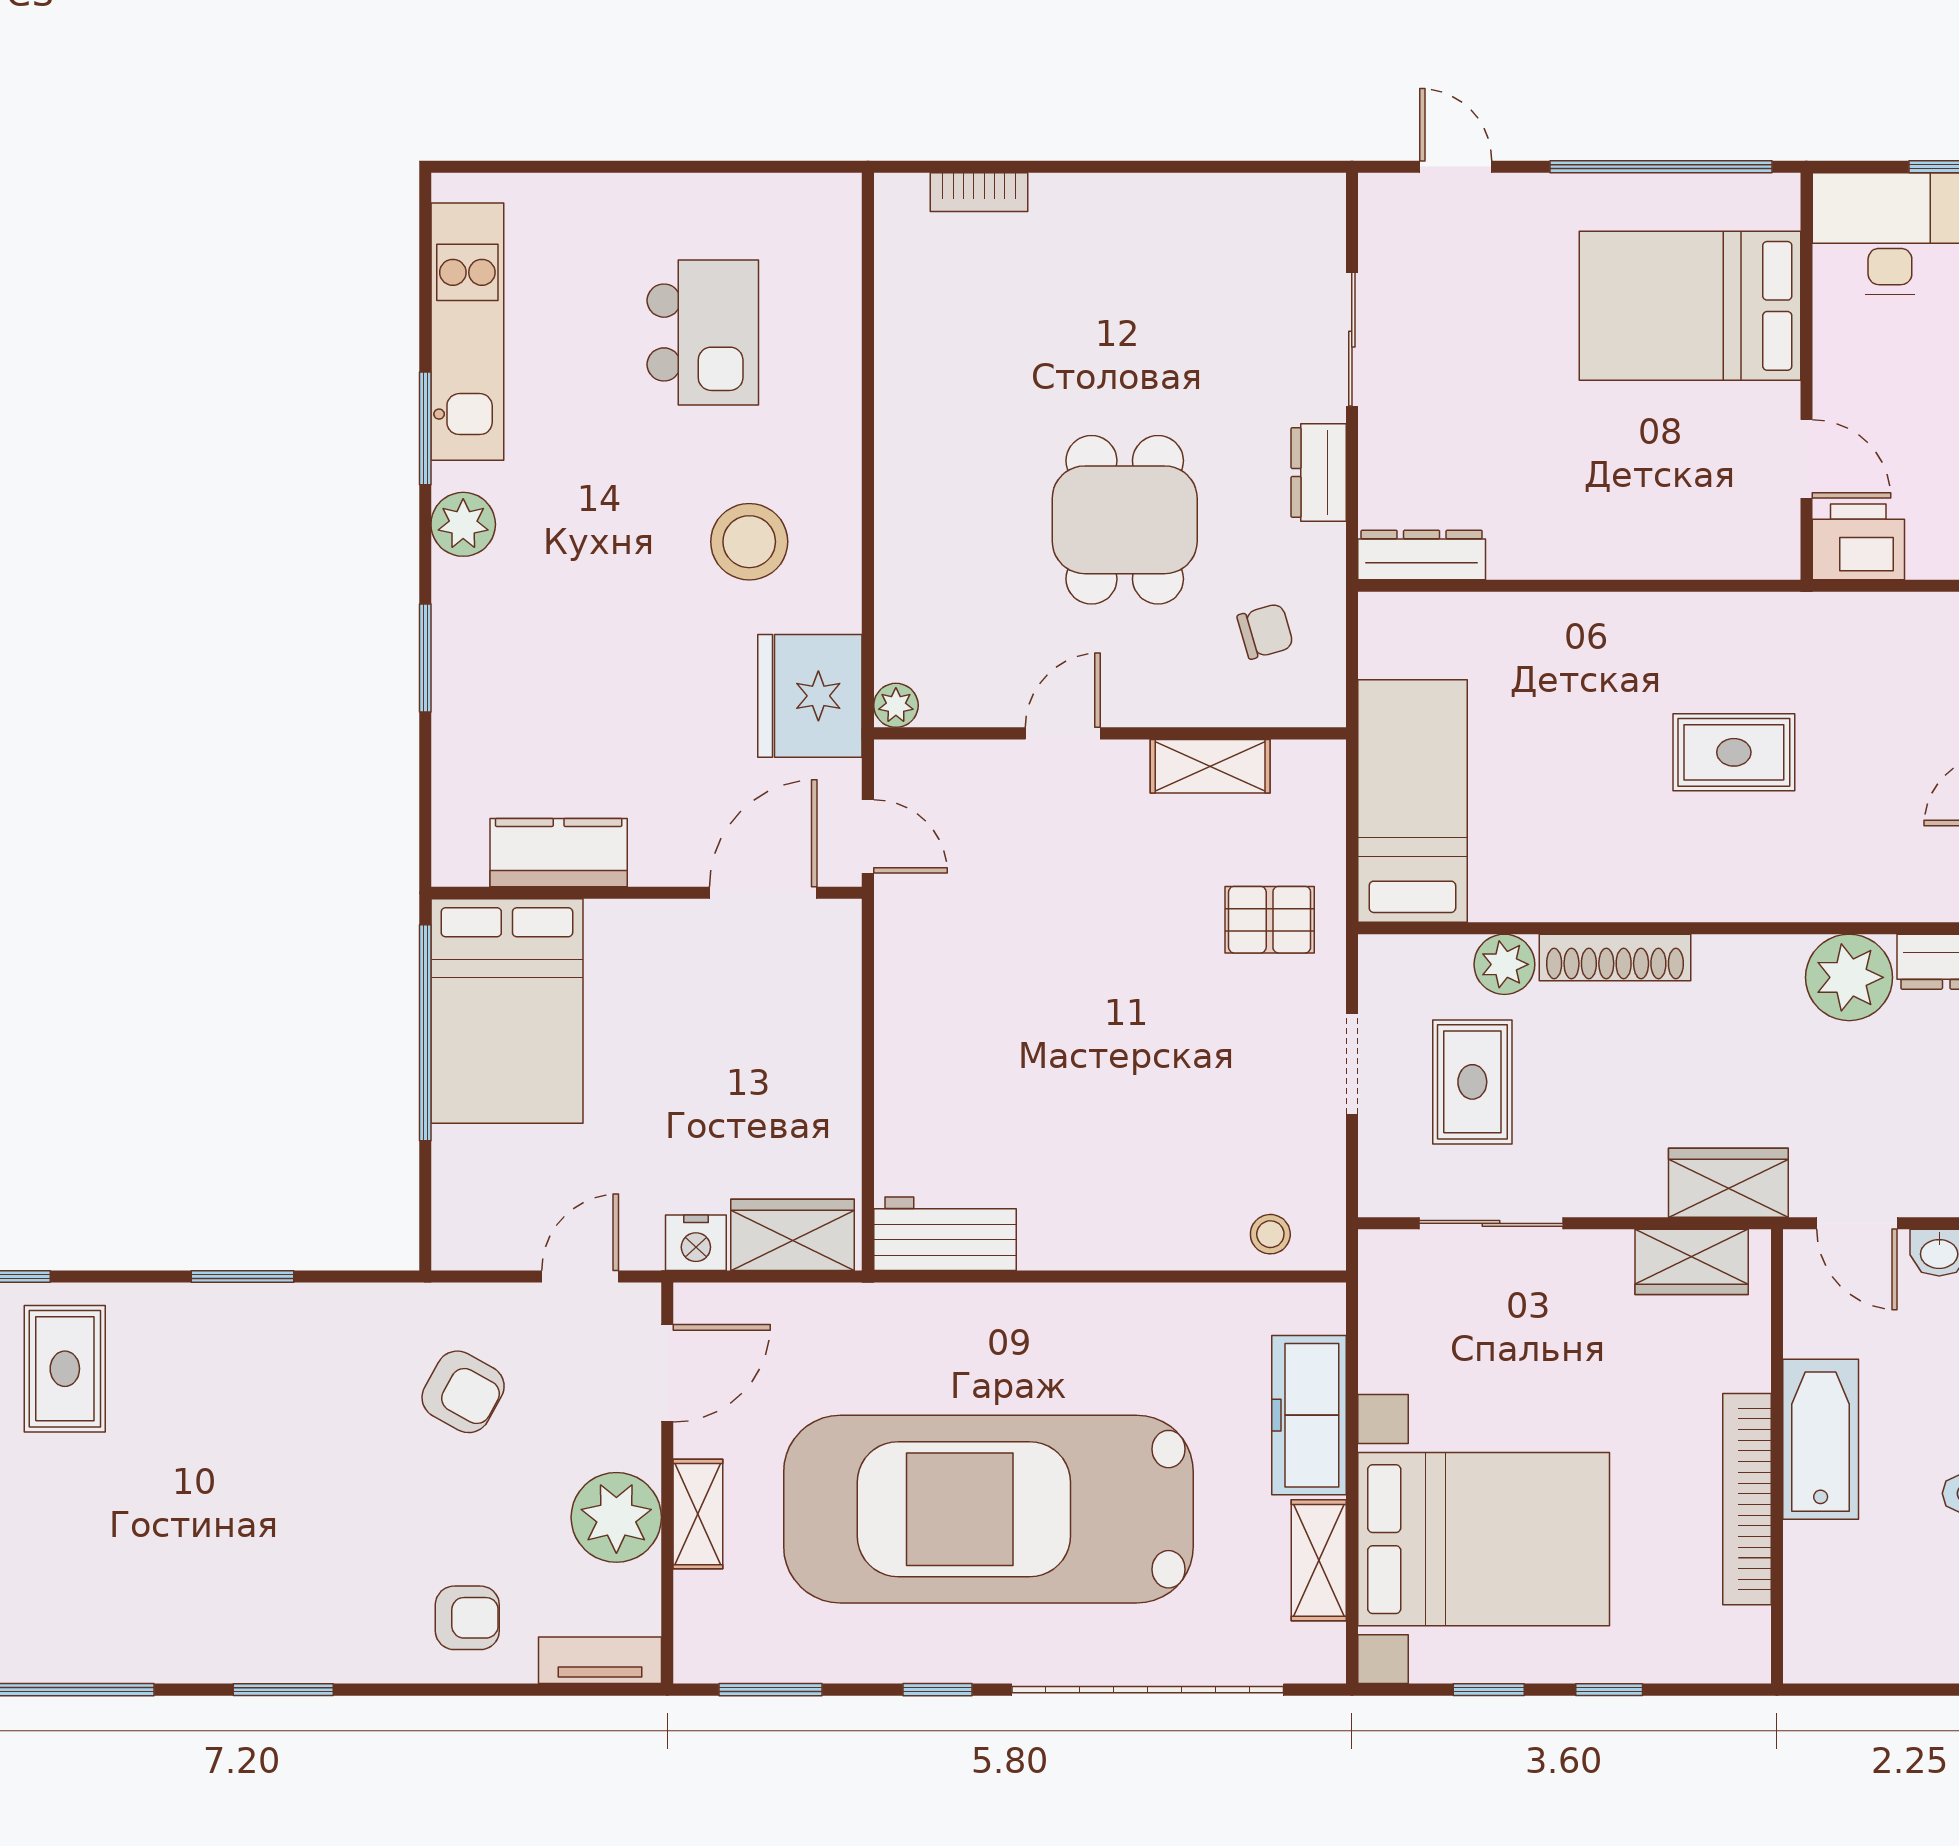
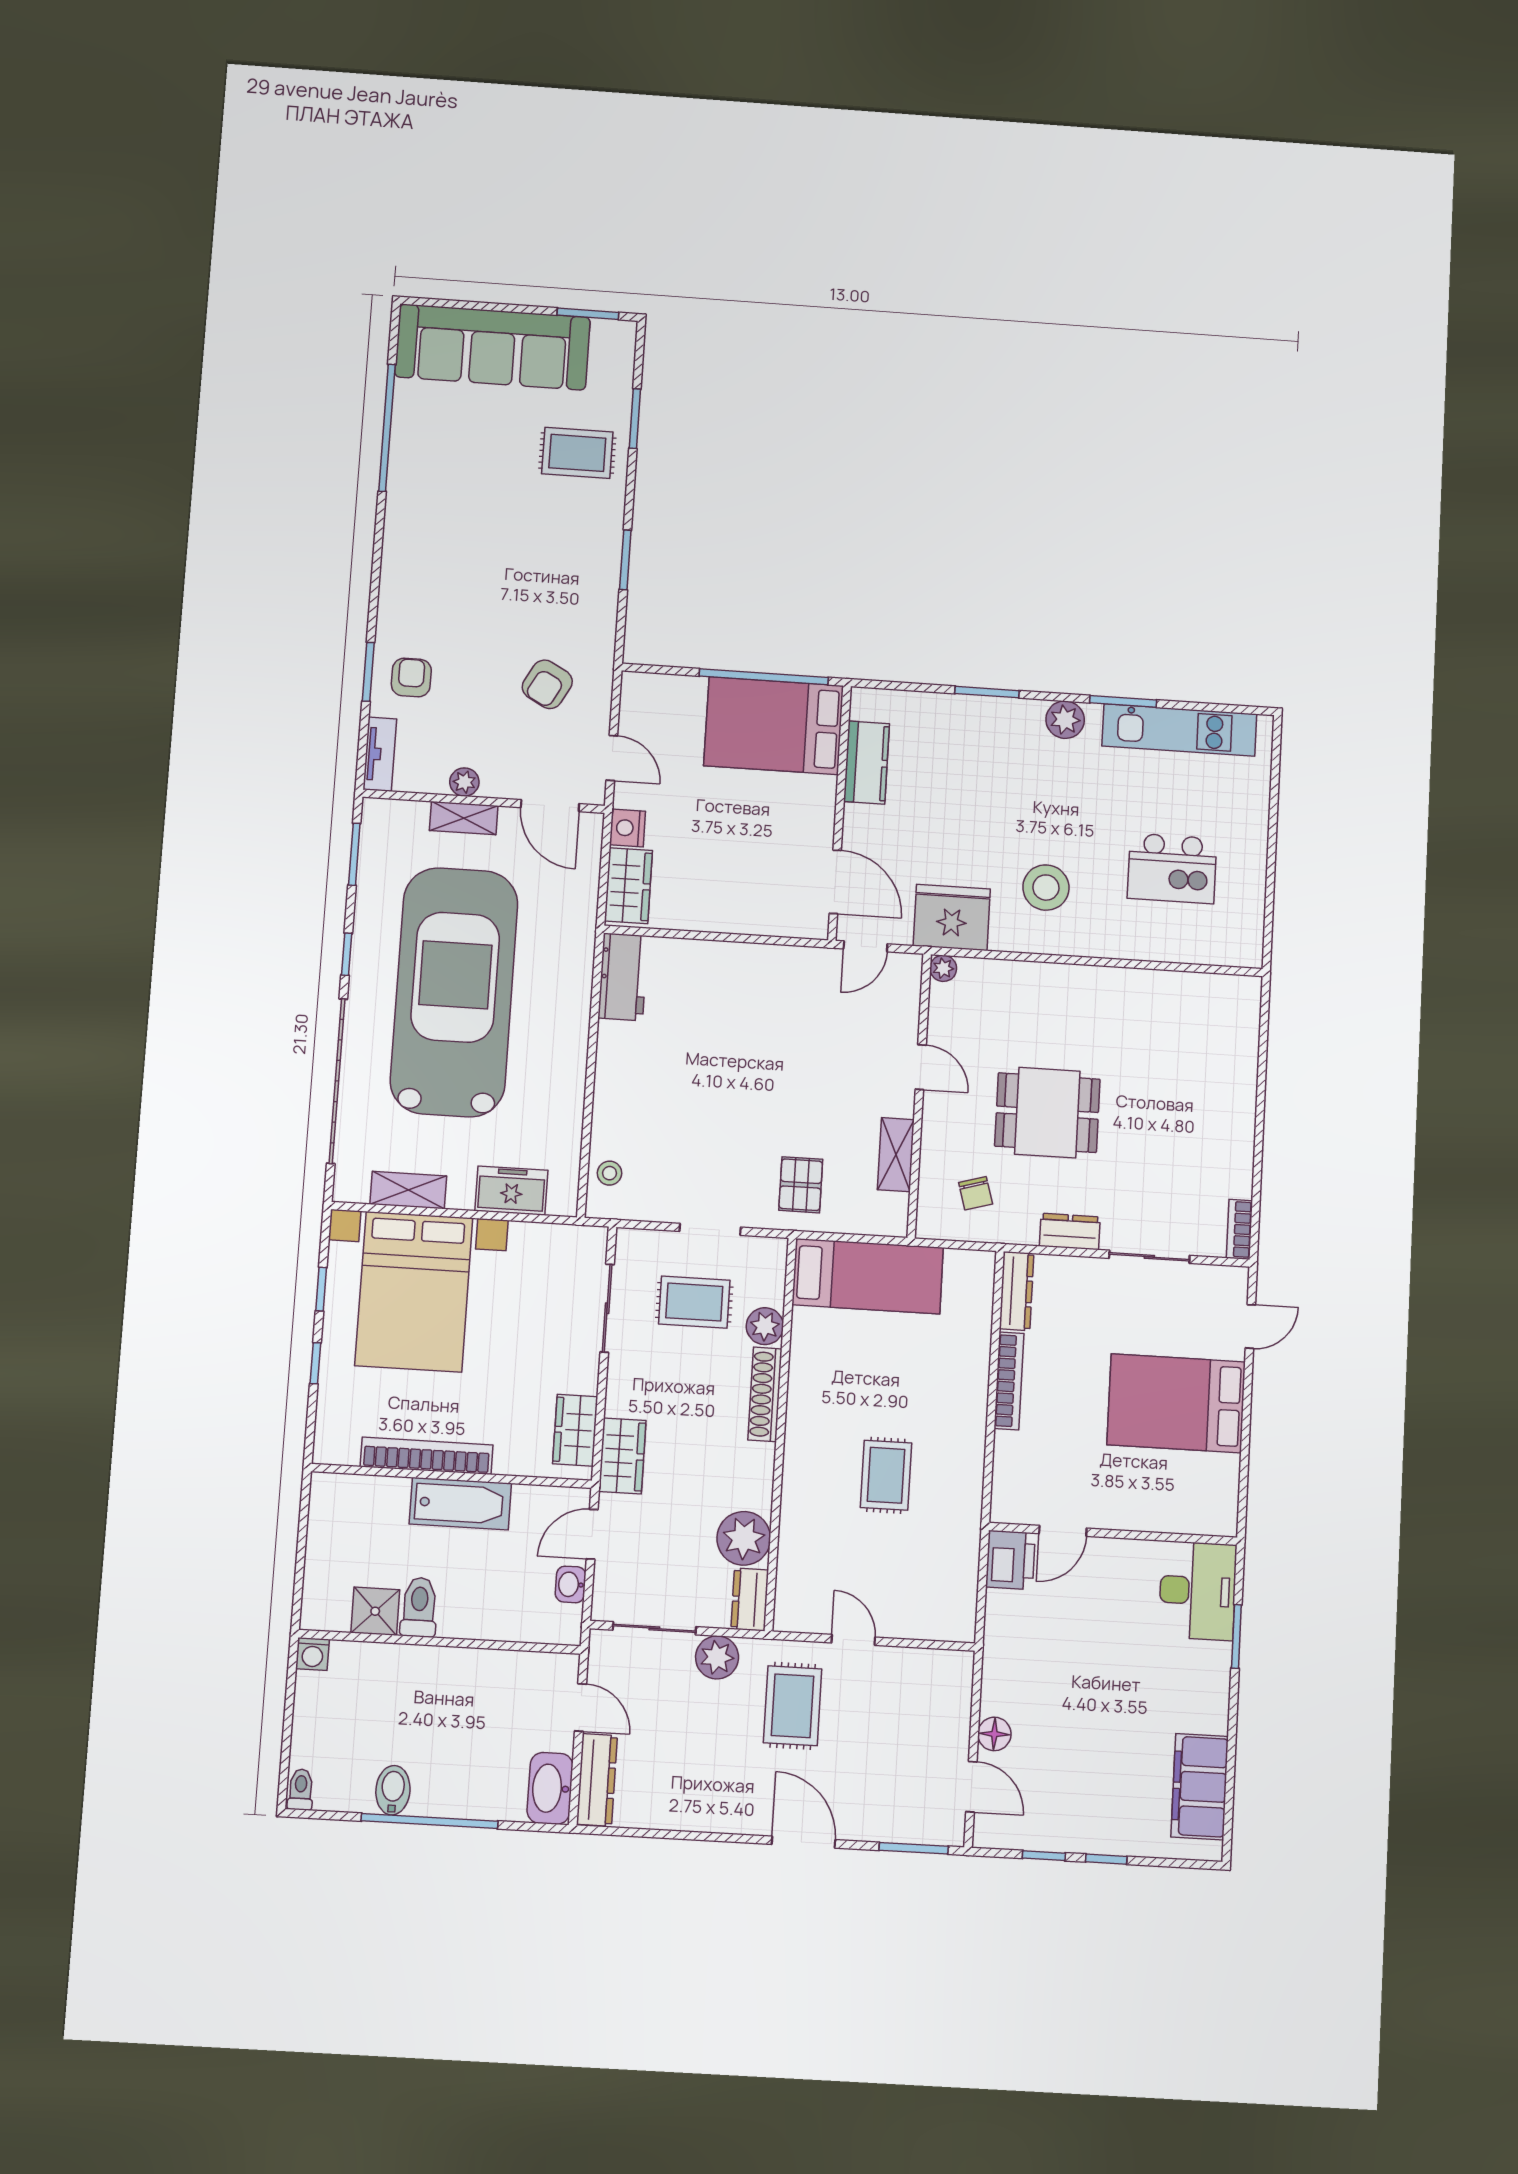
window: (1661, 167) -> (1245, 1452), removed
bookcase: (979, 192) -> (1239, 1229), moved
bed: (1690, 306) -> (1176, 1403), moved, turned -90
bookcase: (1569, 560) -> (1009, 1381), added
freezer: (1309, 1415) -> (511, 1191), width x0.71
plant: (616, 1517) -> (464, 782), width x0.53, depth x0.53
armchair: (467, 1618) -> (411, 678), turned 180
window: (283, 1690) -> (368, 672), moved

